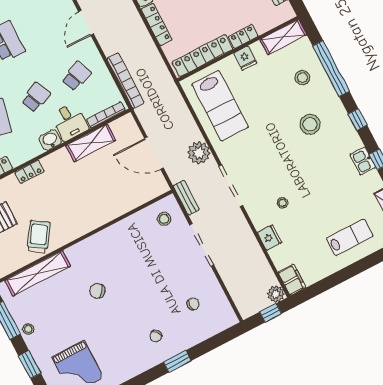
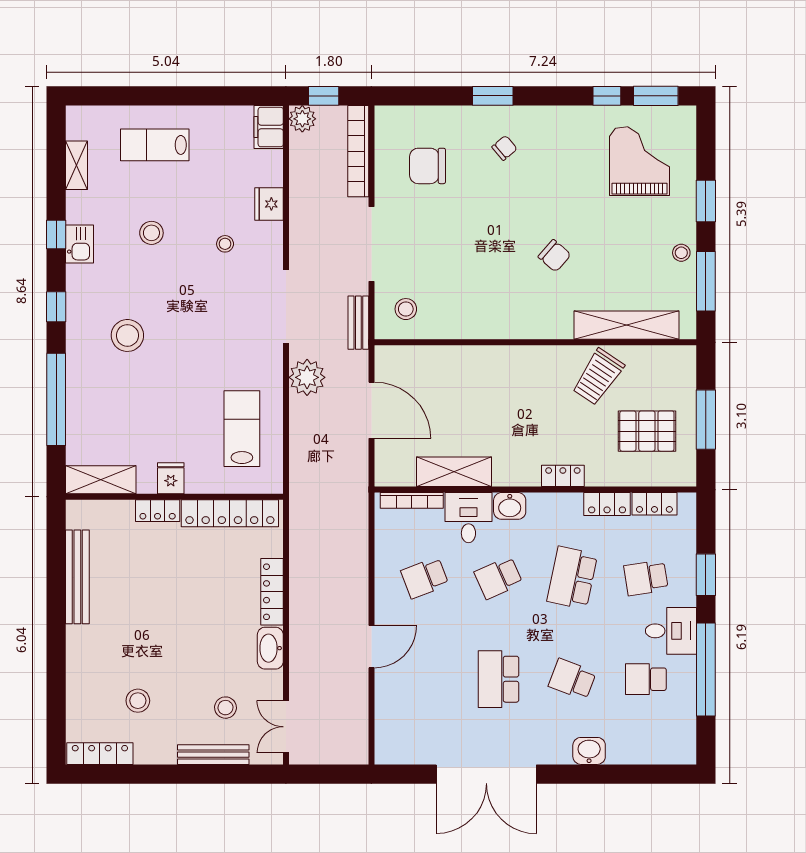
stool: (302, 78) -> (151, 233), moved
bookcase: (125, 81) -> (358, 151), moved
lab bench: (220, 106) -> (242, 429), width x0.73, depth x0.72
chair: (193, 304) -> (428, 166), width x1.87, depth x1.87

